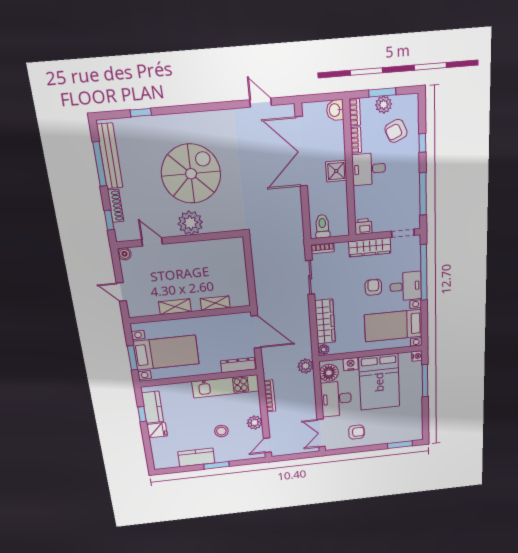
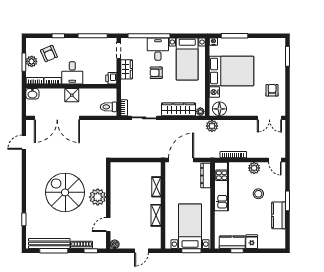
wardrobe: (370, 247) -> (127, 69), width x0.67
desk: (336, 399) -> (242, 104), removed

